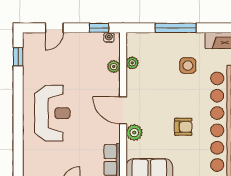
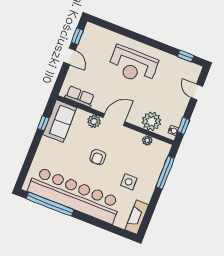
window: (176, 28) -> (165, 173), moved
plant: (114, 67) -> (152, 121), width x1.88, depth x1.88
armchair: (183, 127) -> (98, 157), moved

